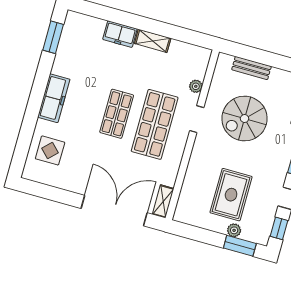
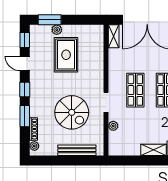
bench: (251, 68) -> (77, 150), width x1.36
spiral stairs: (245, 119) -> (72, 112), turned 90
shop shelf: (155, 124) -> (135, 90), width x0.70, depth x0.74

